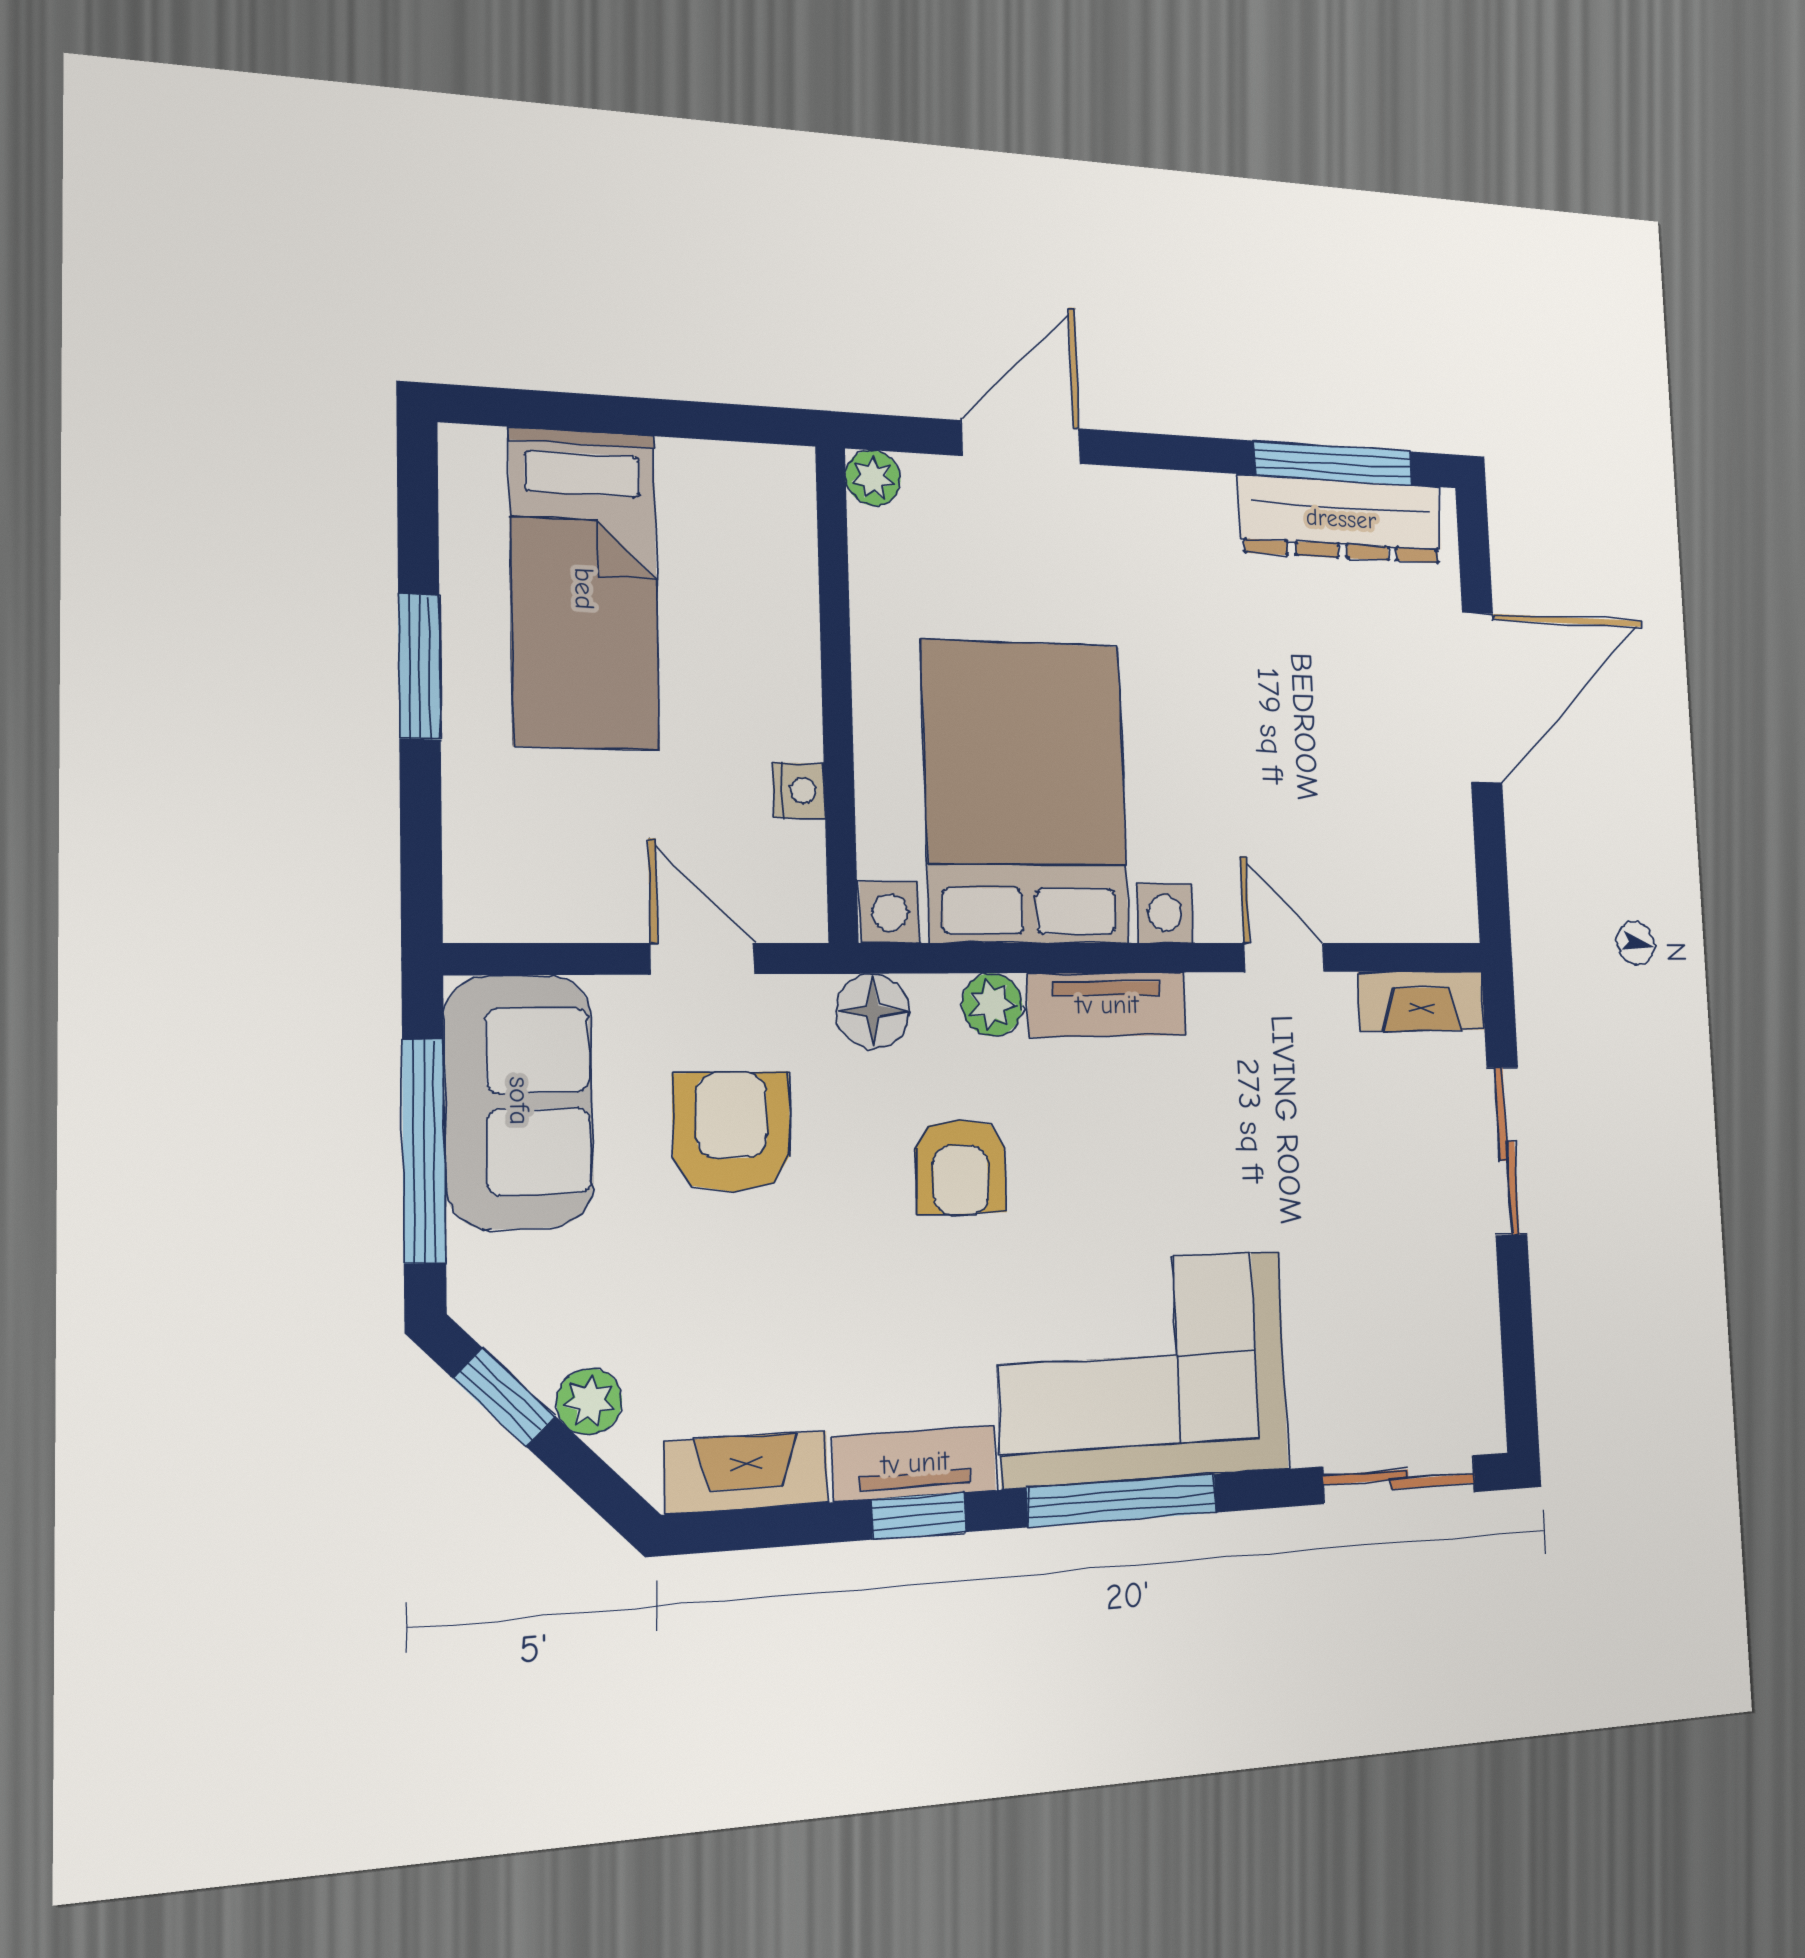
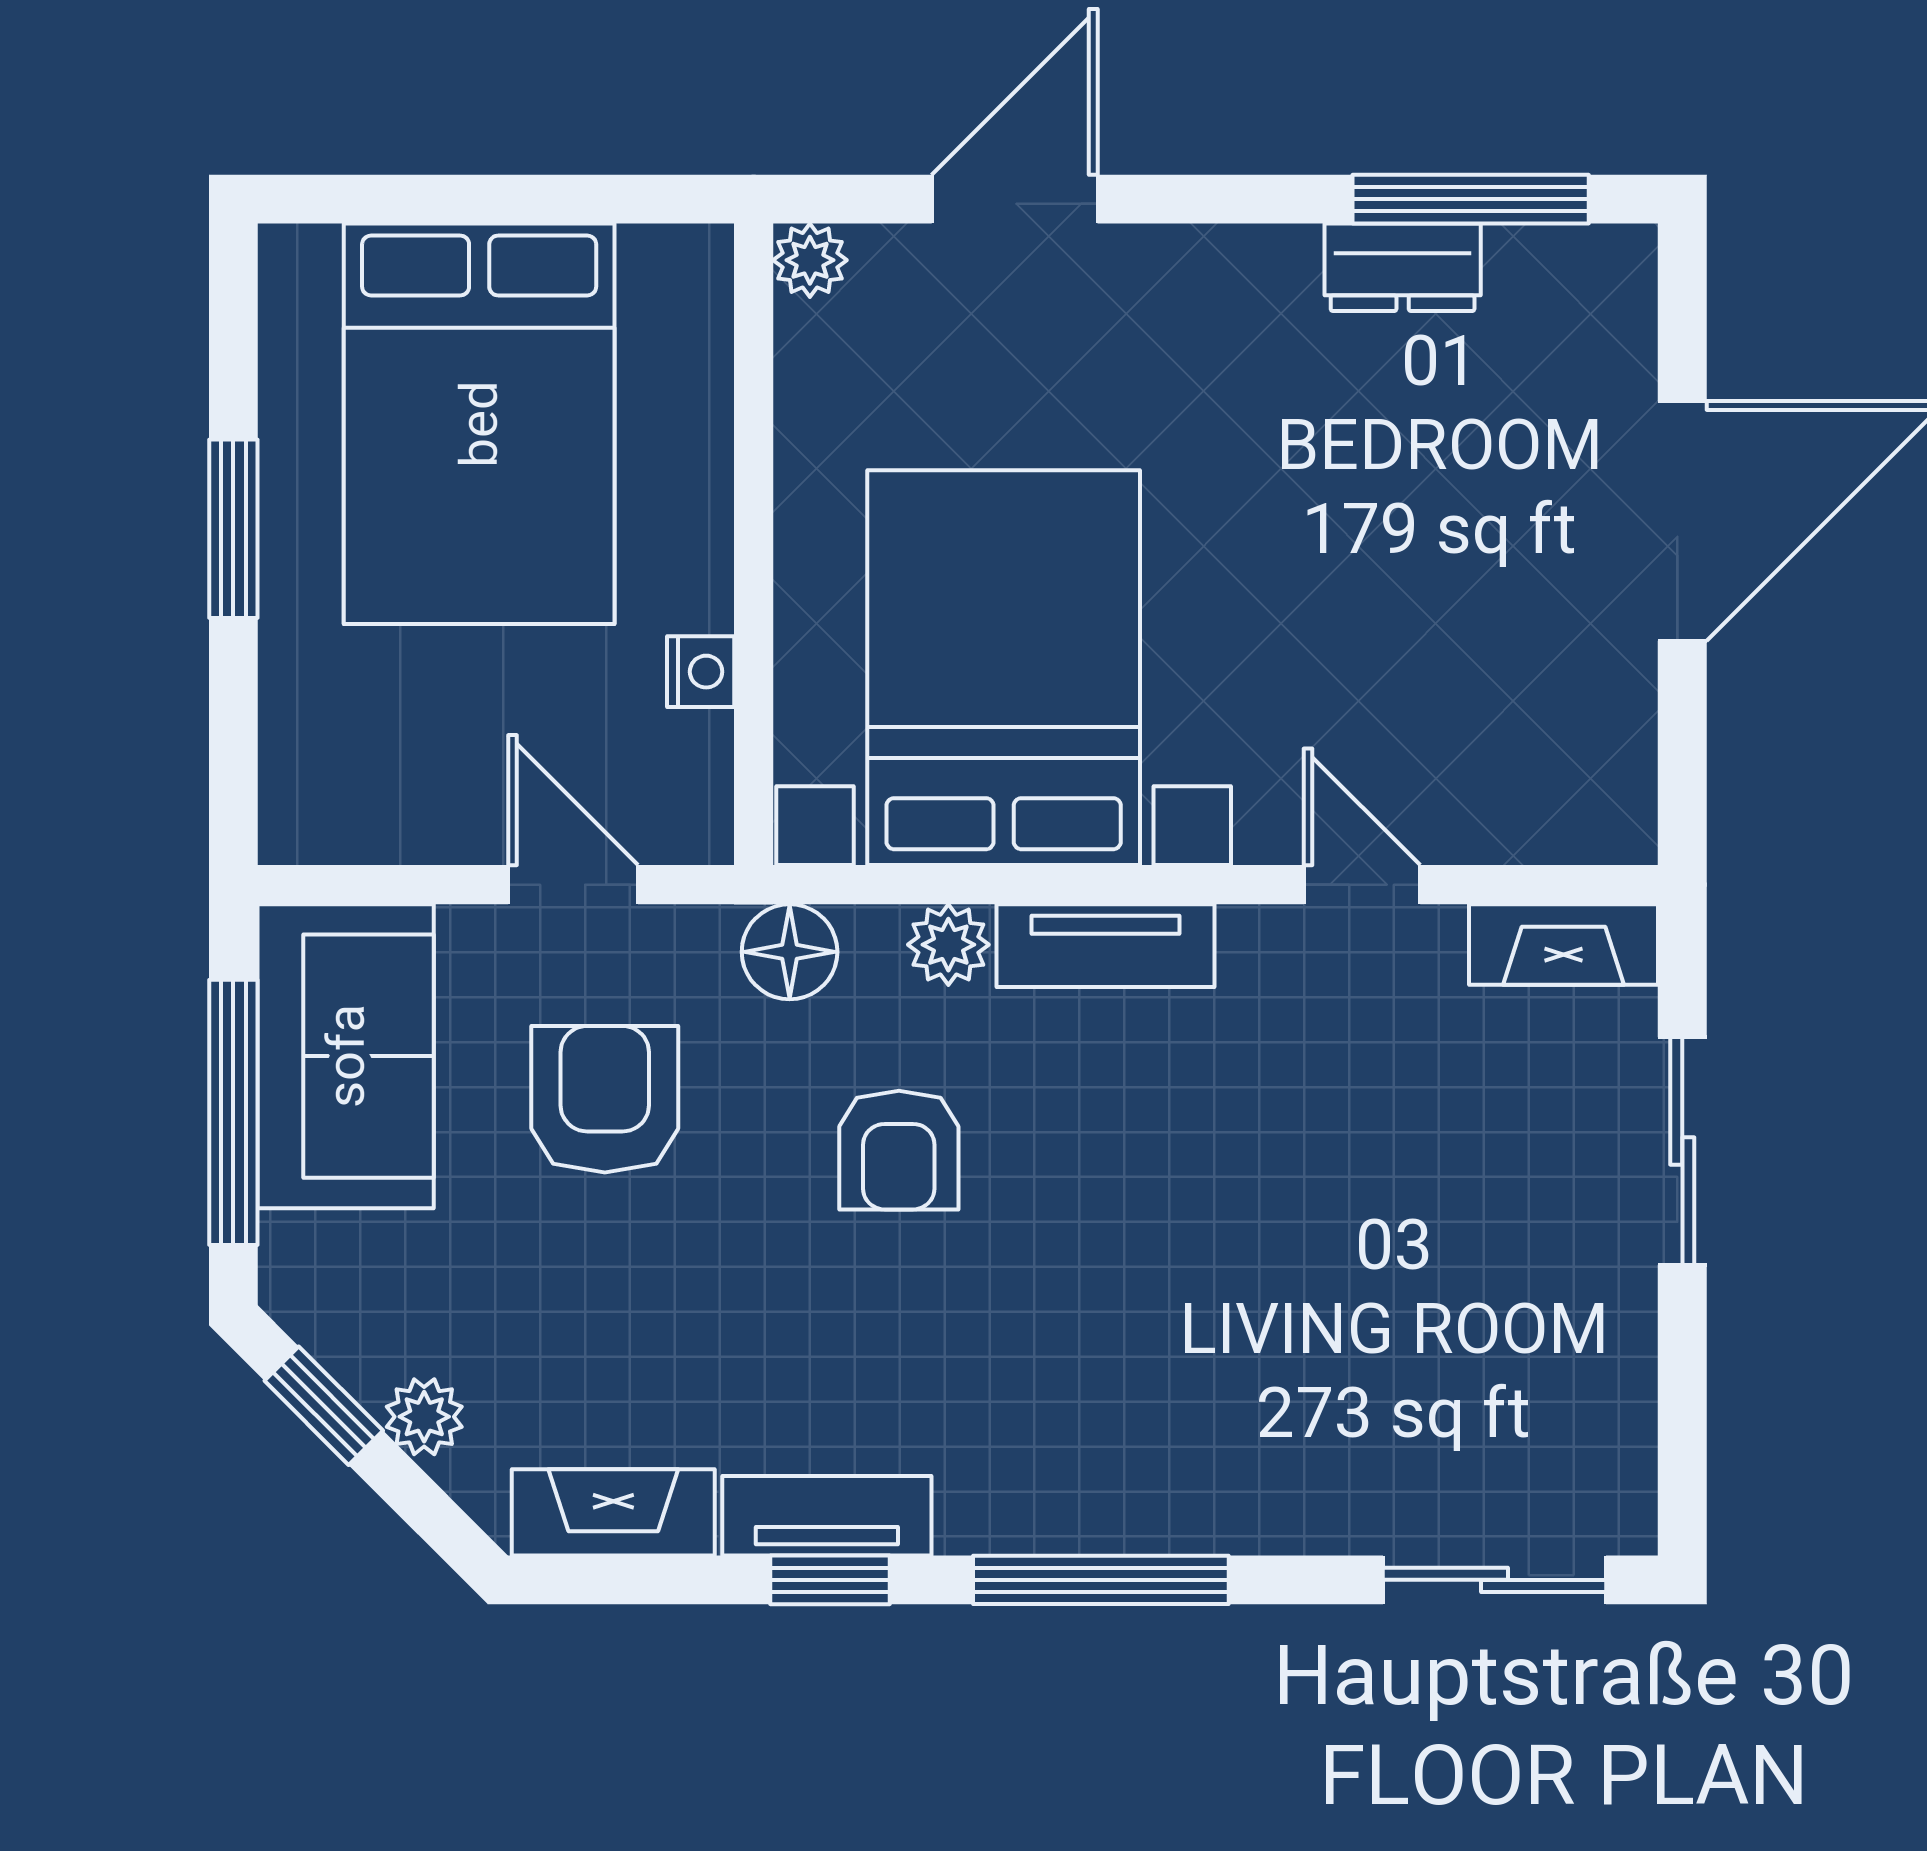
dresser: (1341, 519) -> (1403, 267), width x0.51, depth x0.80
bed: (584, 589) -> (479, 424), width x1.50
corner sofa: (1143, 1368) -> (1137, 1415), removed

